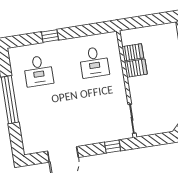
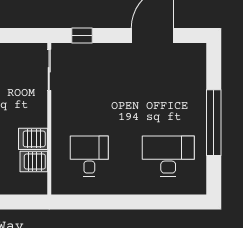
window: (50, 36) -> (145, 202), removed
desk: (38, 71) -> (168, 156), width x1.37

